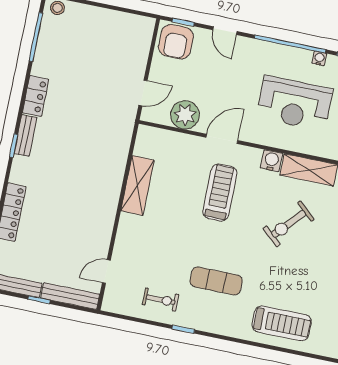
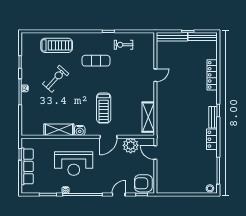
door: (225, 31) -> (119, 195), hinge flipped
armchair: (176, 42) -> (143, 183), turned -90
door: (143, 93) -> (155, 153), hinge flipped
reception desk: (295, 103) -> (74, 164), turned 180
shelving: (137, 185) -> (148, 117), moved
exercise bike: (289, 224) -> (56, 79), moved
door: (106, 271) -> (155, 75), moved
treadmill: (282, 323) -> (57, 45), turned 180

